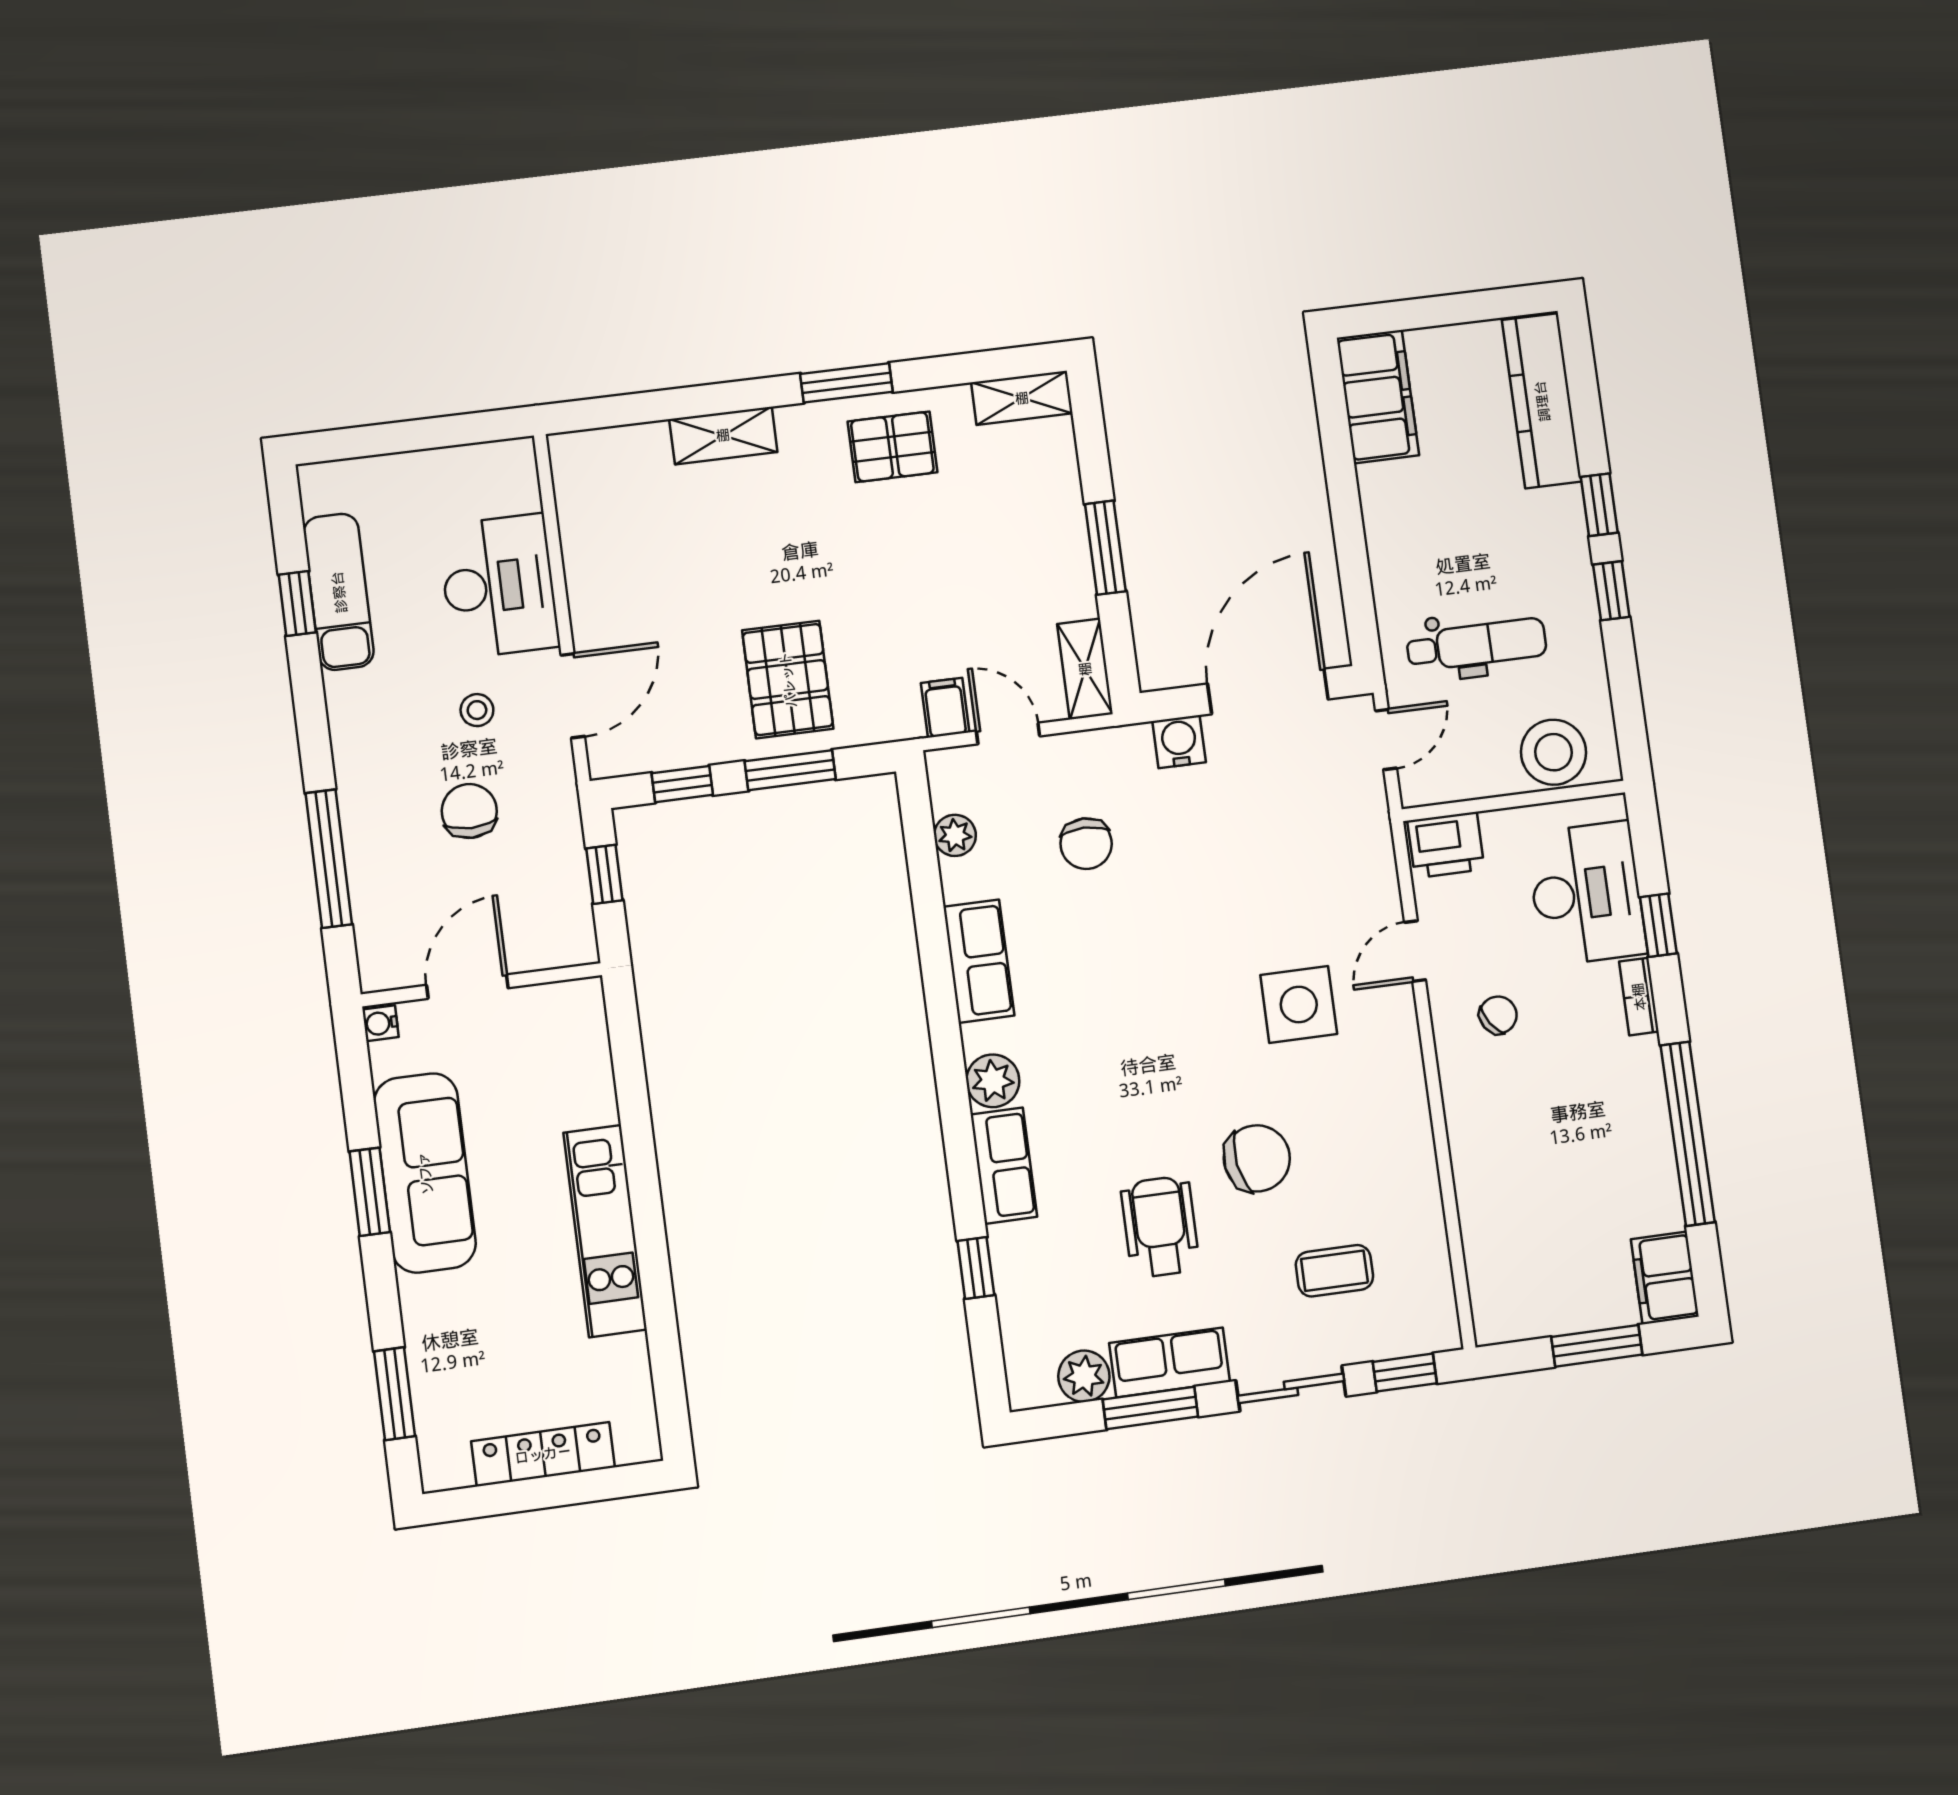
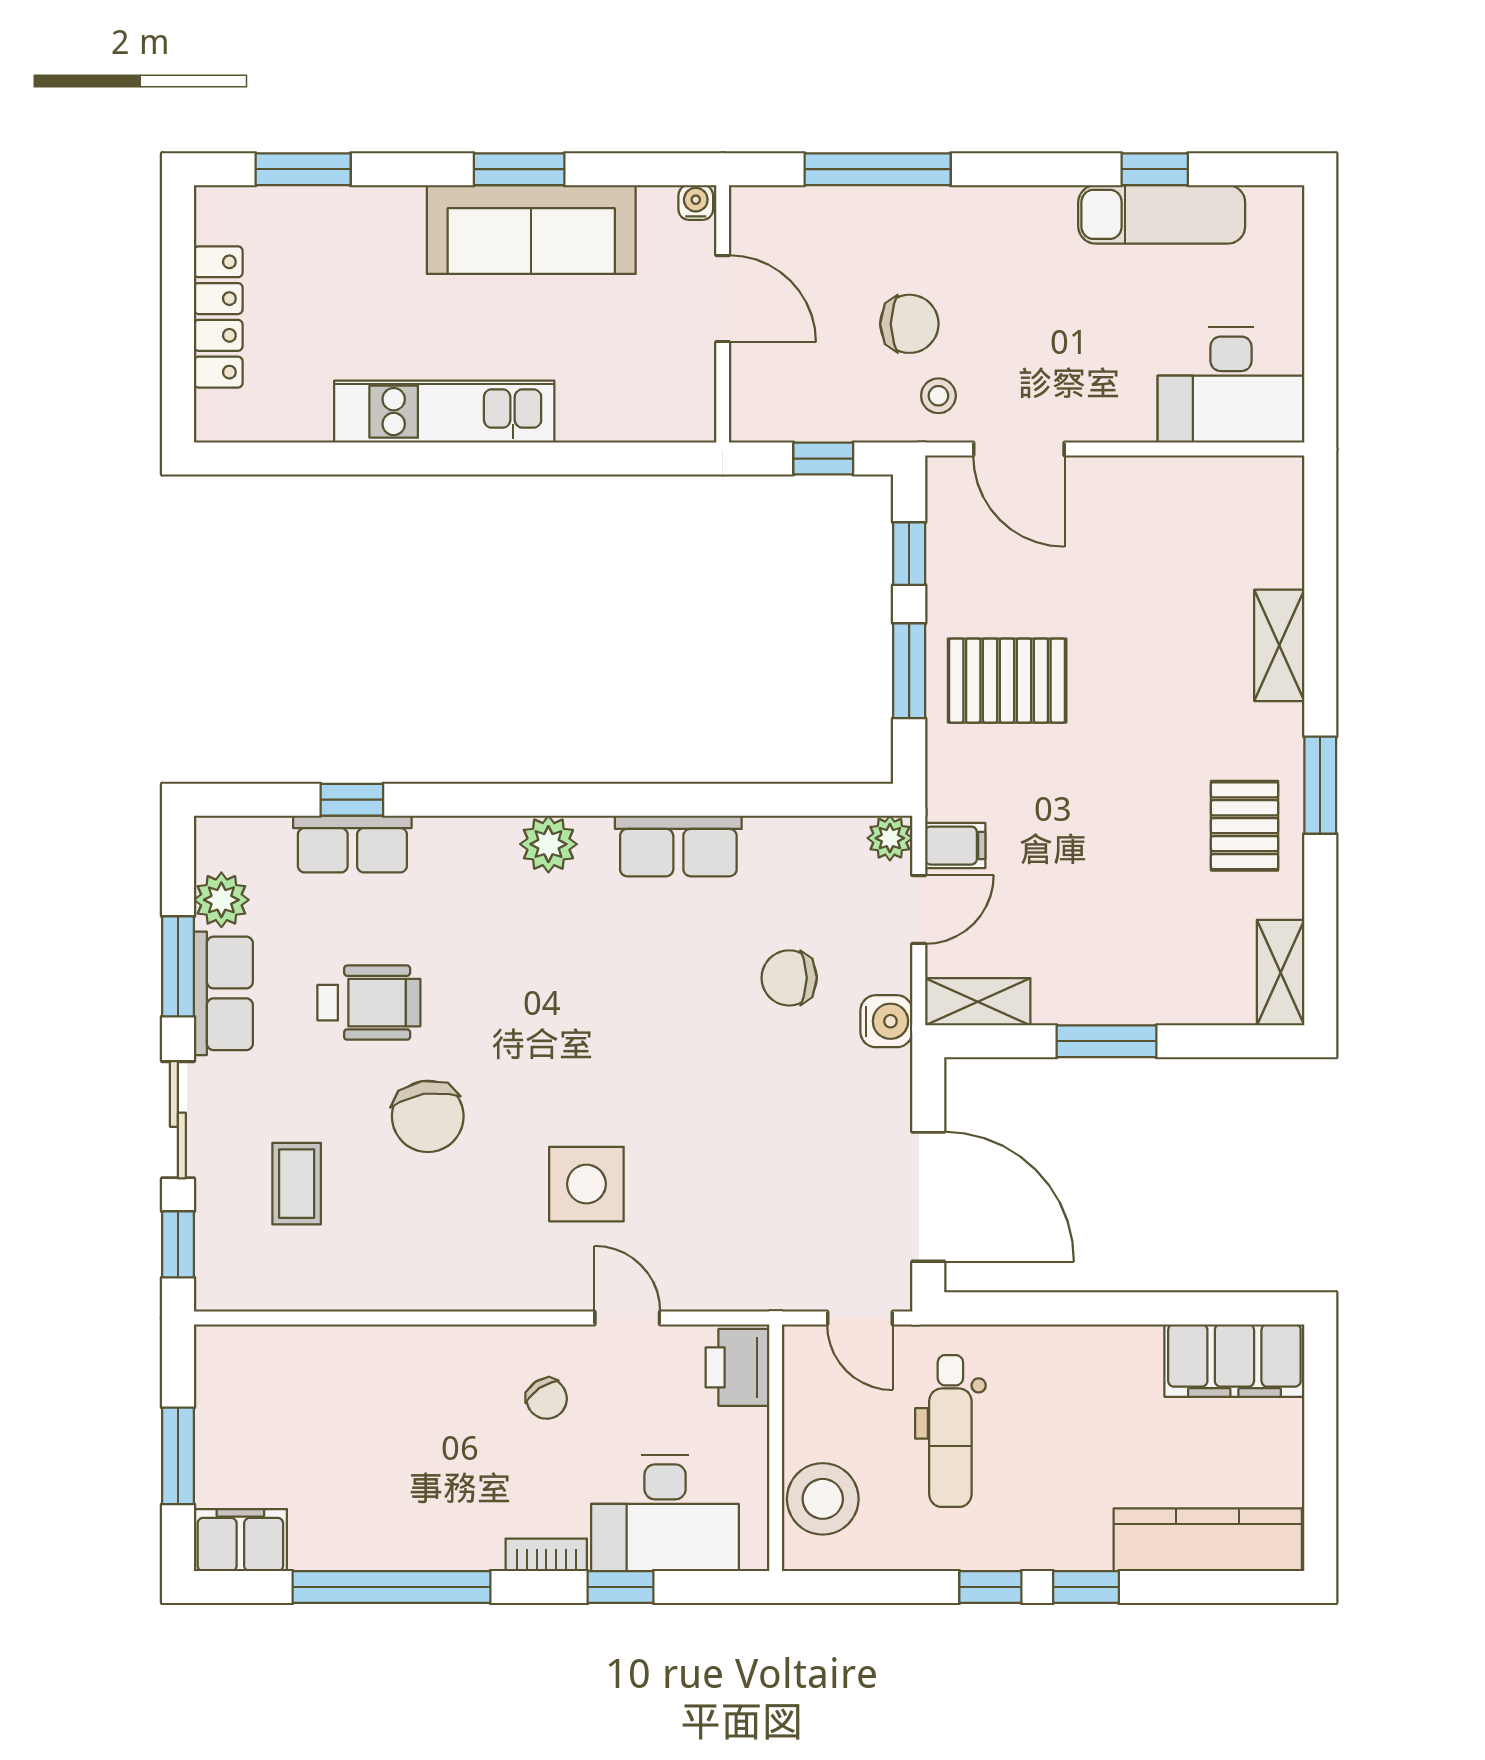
desk: (499, 586) -> (1231, 385), moved
stool: (477, 710) -> (938, 396), moved
water cooler: (1179, 742) -> (886, 1021), moved
plant: (955, 835) -> (890, 838), moved
row of seats: (1004, 1166) -> (352, 844), moved

